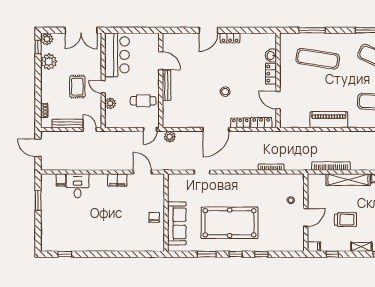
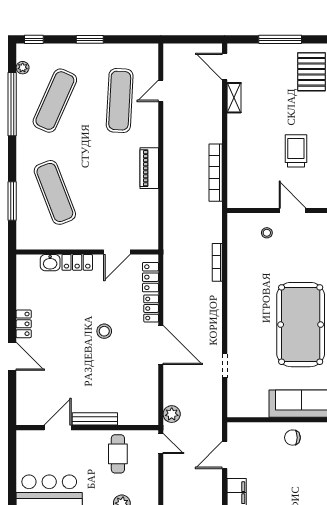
exercise mat: (318, 59) -> (55, 192), turned -30
piano: (329, 120) -> (149, 168), width x0.73, depth x0.75
shelving: (348, 180) -> (236, 147), removed

